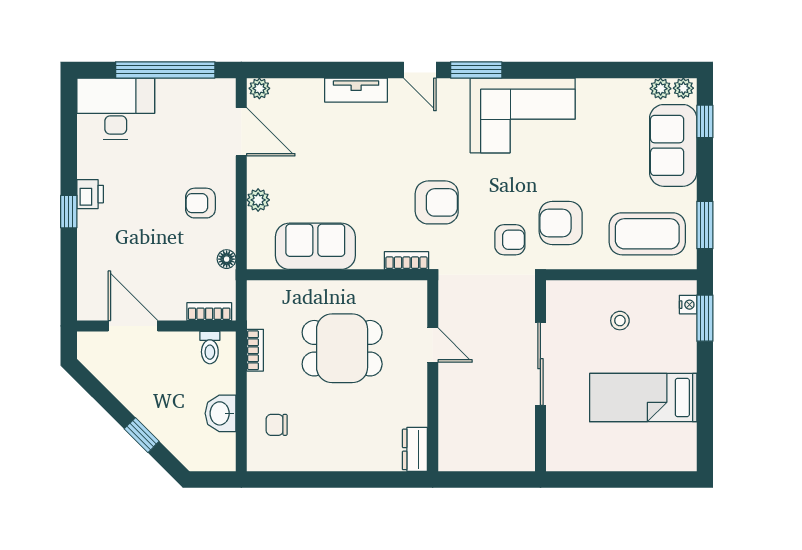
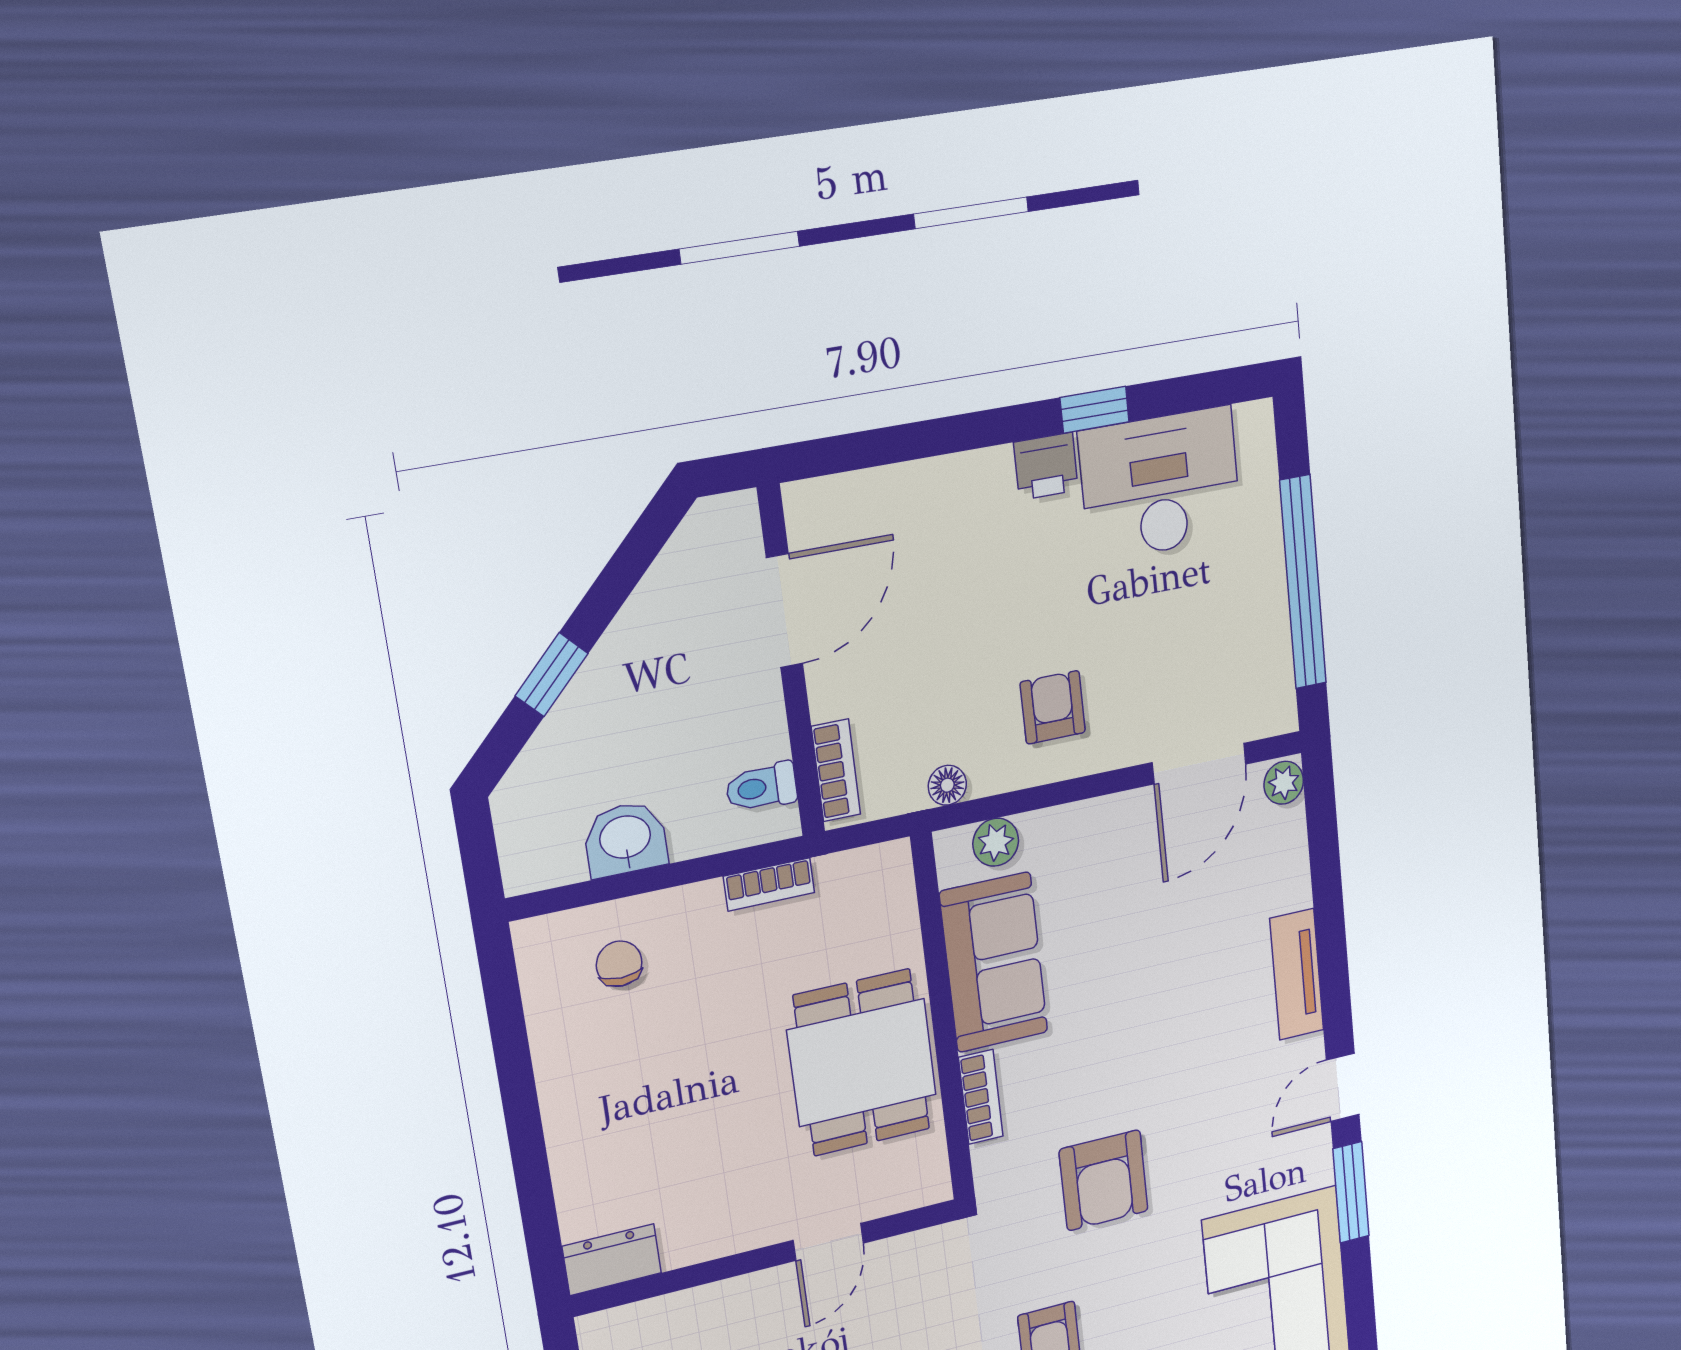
desk: (116, 109) -> (1160, 484), moved, turned -90
plant: (258, 200) -> (996, 842), moved
window: (69, 212) -> (1095, 410), moved
bookcase: (406, 261) -> (981, 1097), moved
dining table: (342, 348) -> (862, 1063), moved

